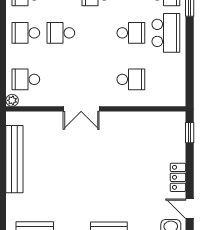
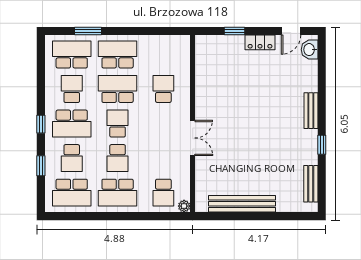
school desk: (26, 33) -> (118, 193), width x1.85
school desk: (96, 33) -> (118, 124), added
school desk: (131, 33) -> (118, 89), width x1.85
window: (190, 133) -> (234, 31), moved

